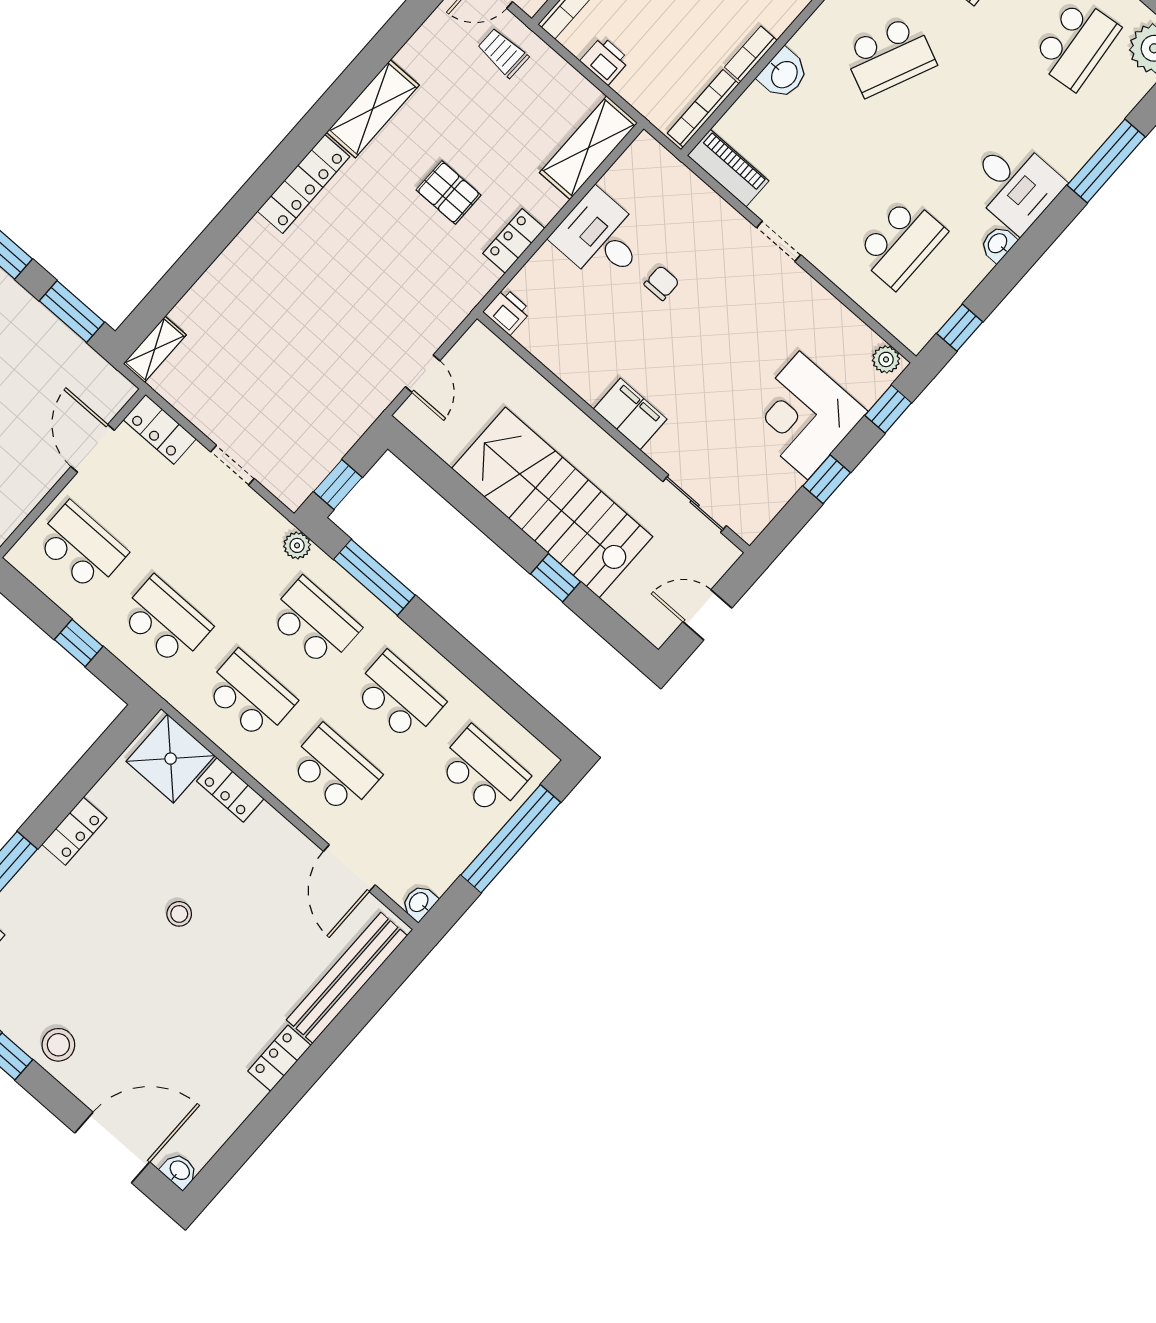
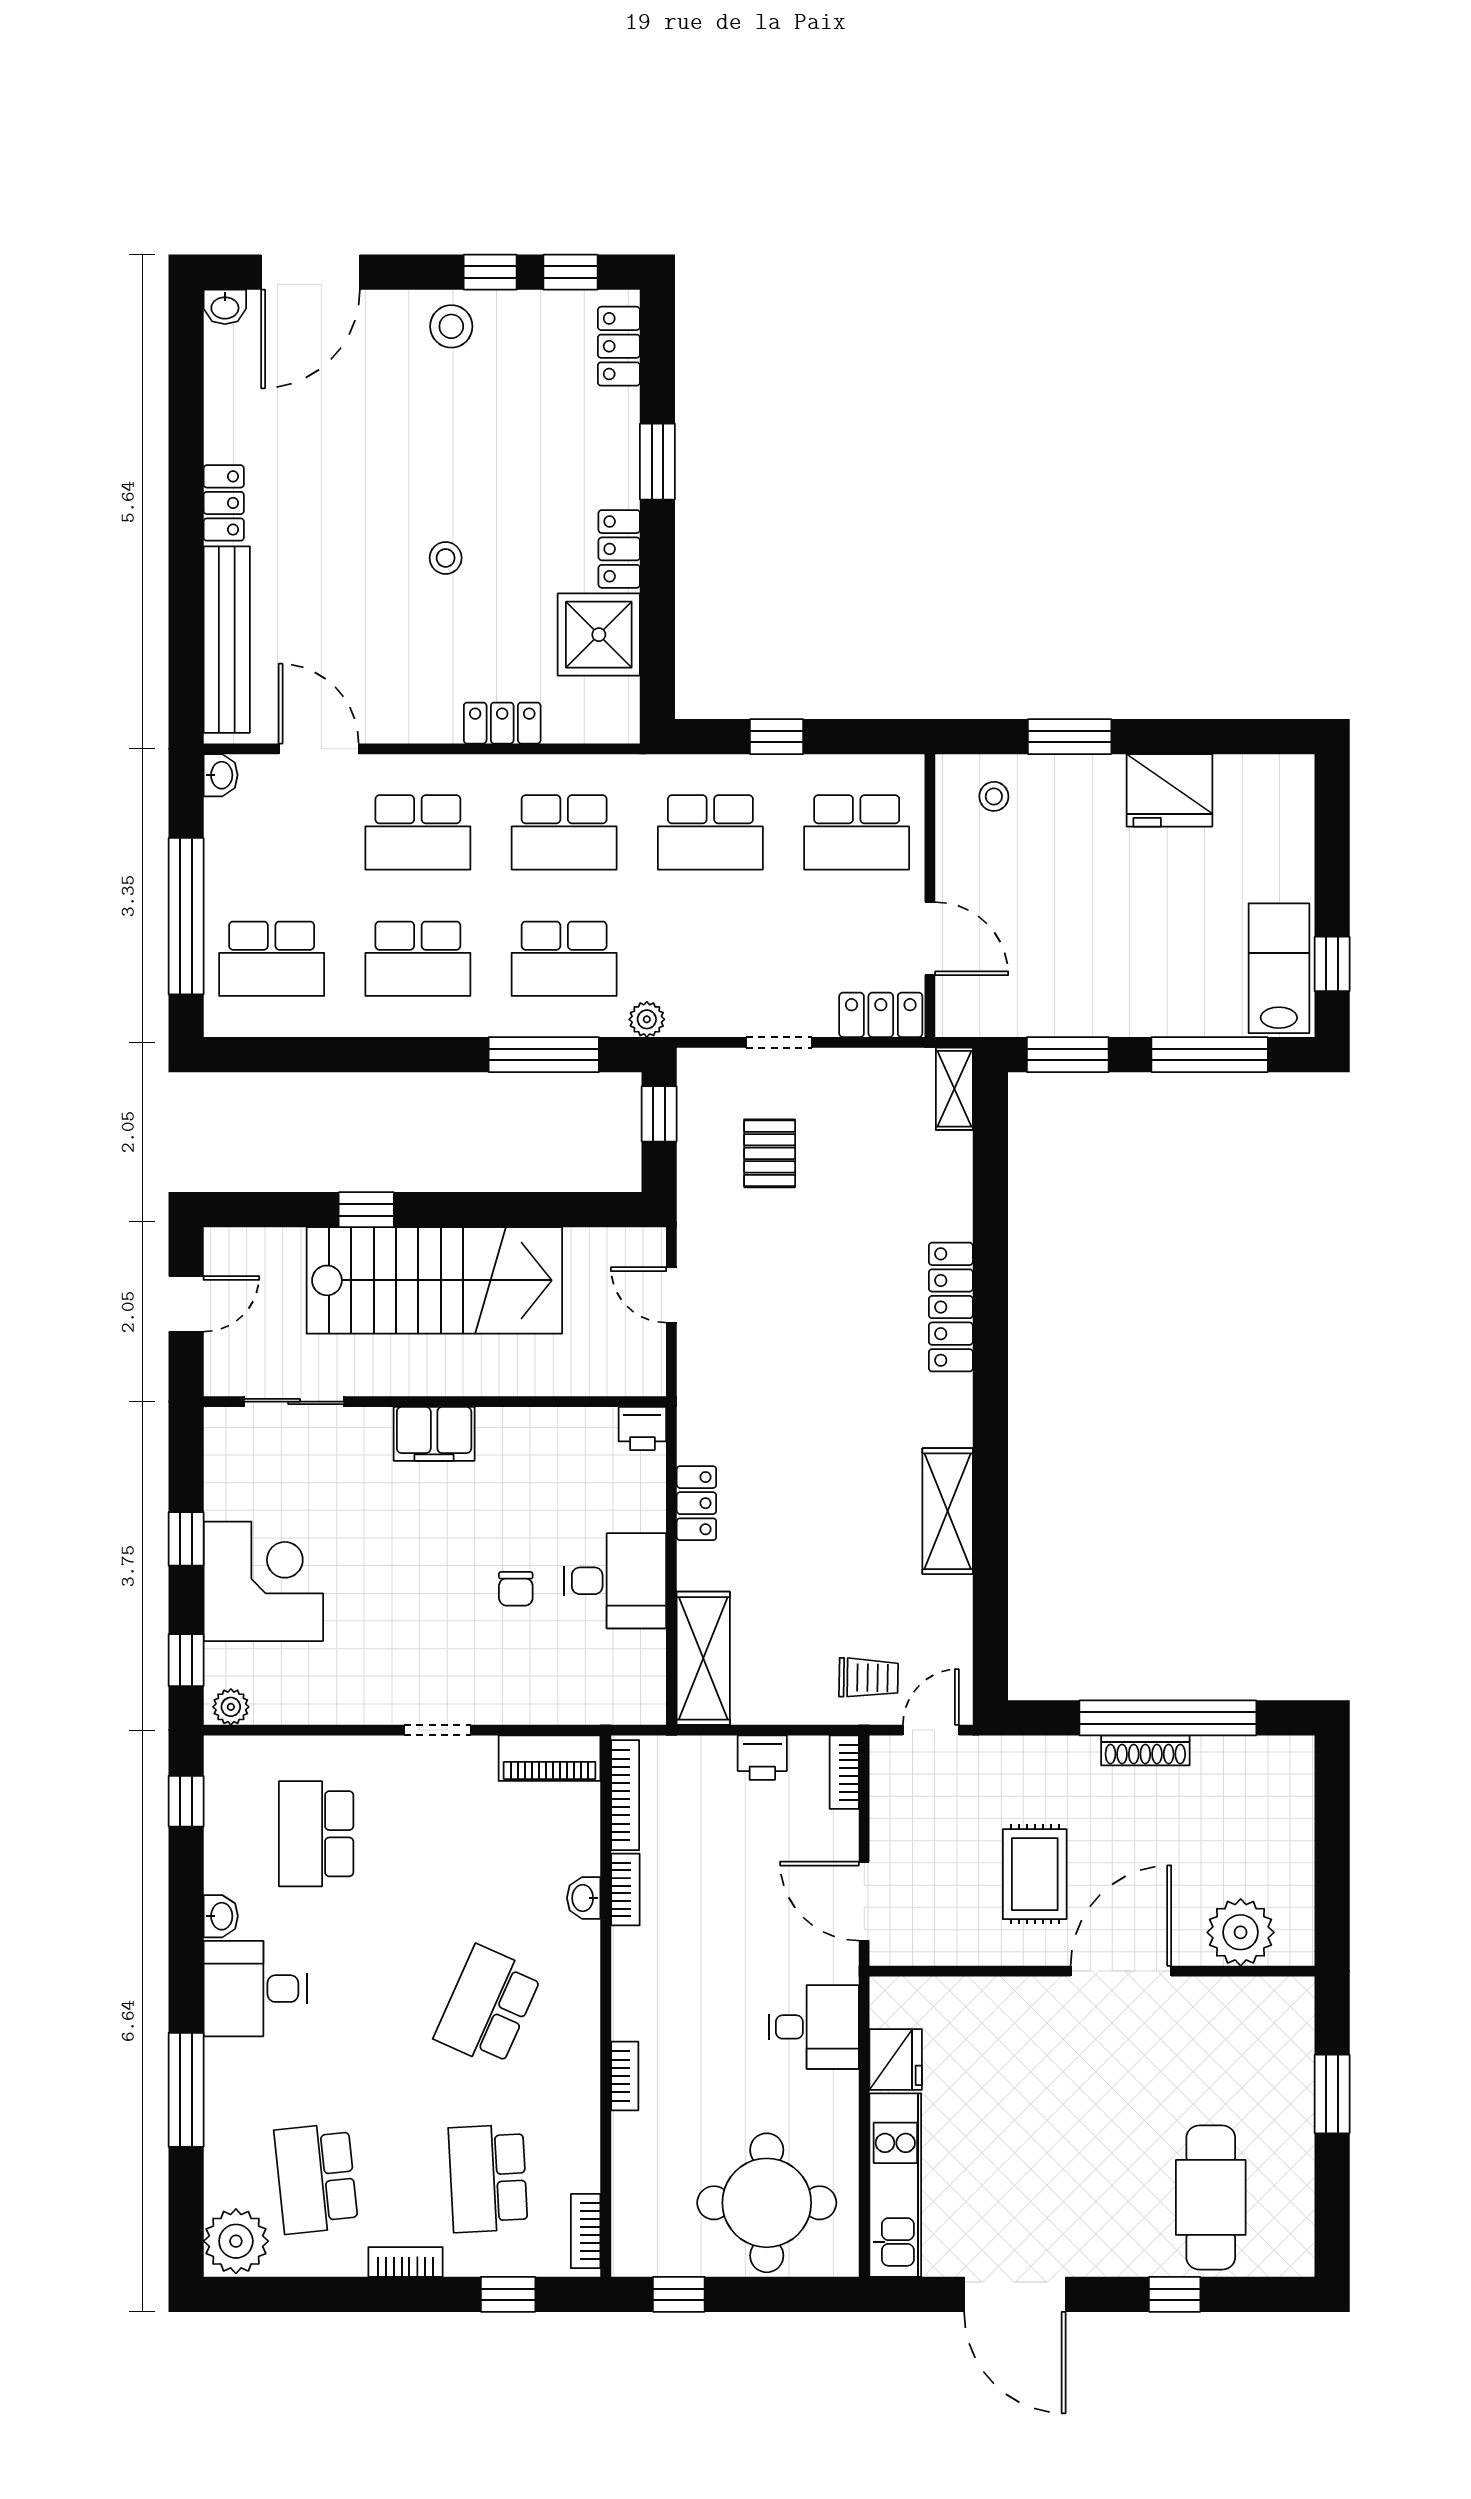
washbasin: (784, 74) -> (584, 1898), width x0.72, depth x0.69
locker: (304, 184) -> (951, 1307), moved
pallet: (449, 193) -> (770, 1153), moved, turned 90
shower: (171, 759) -> (599, 635), moved

